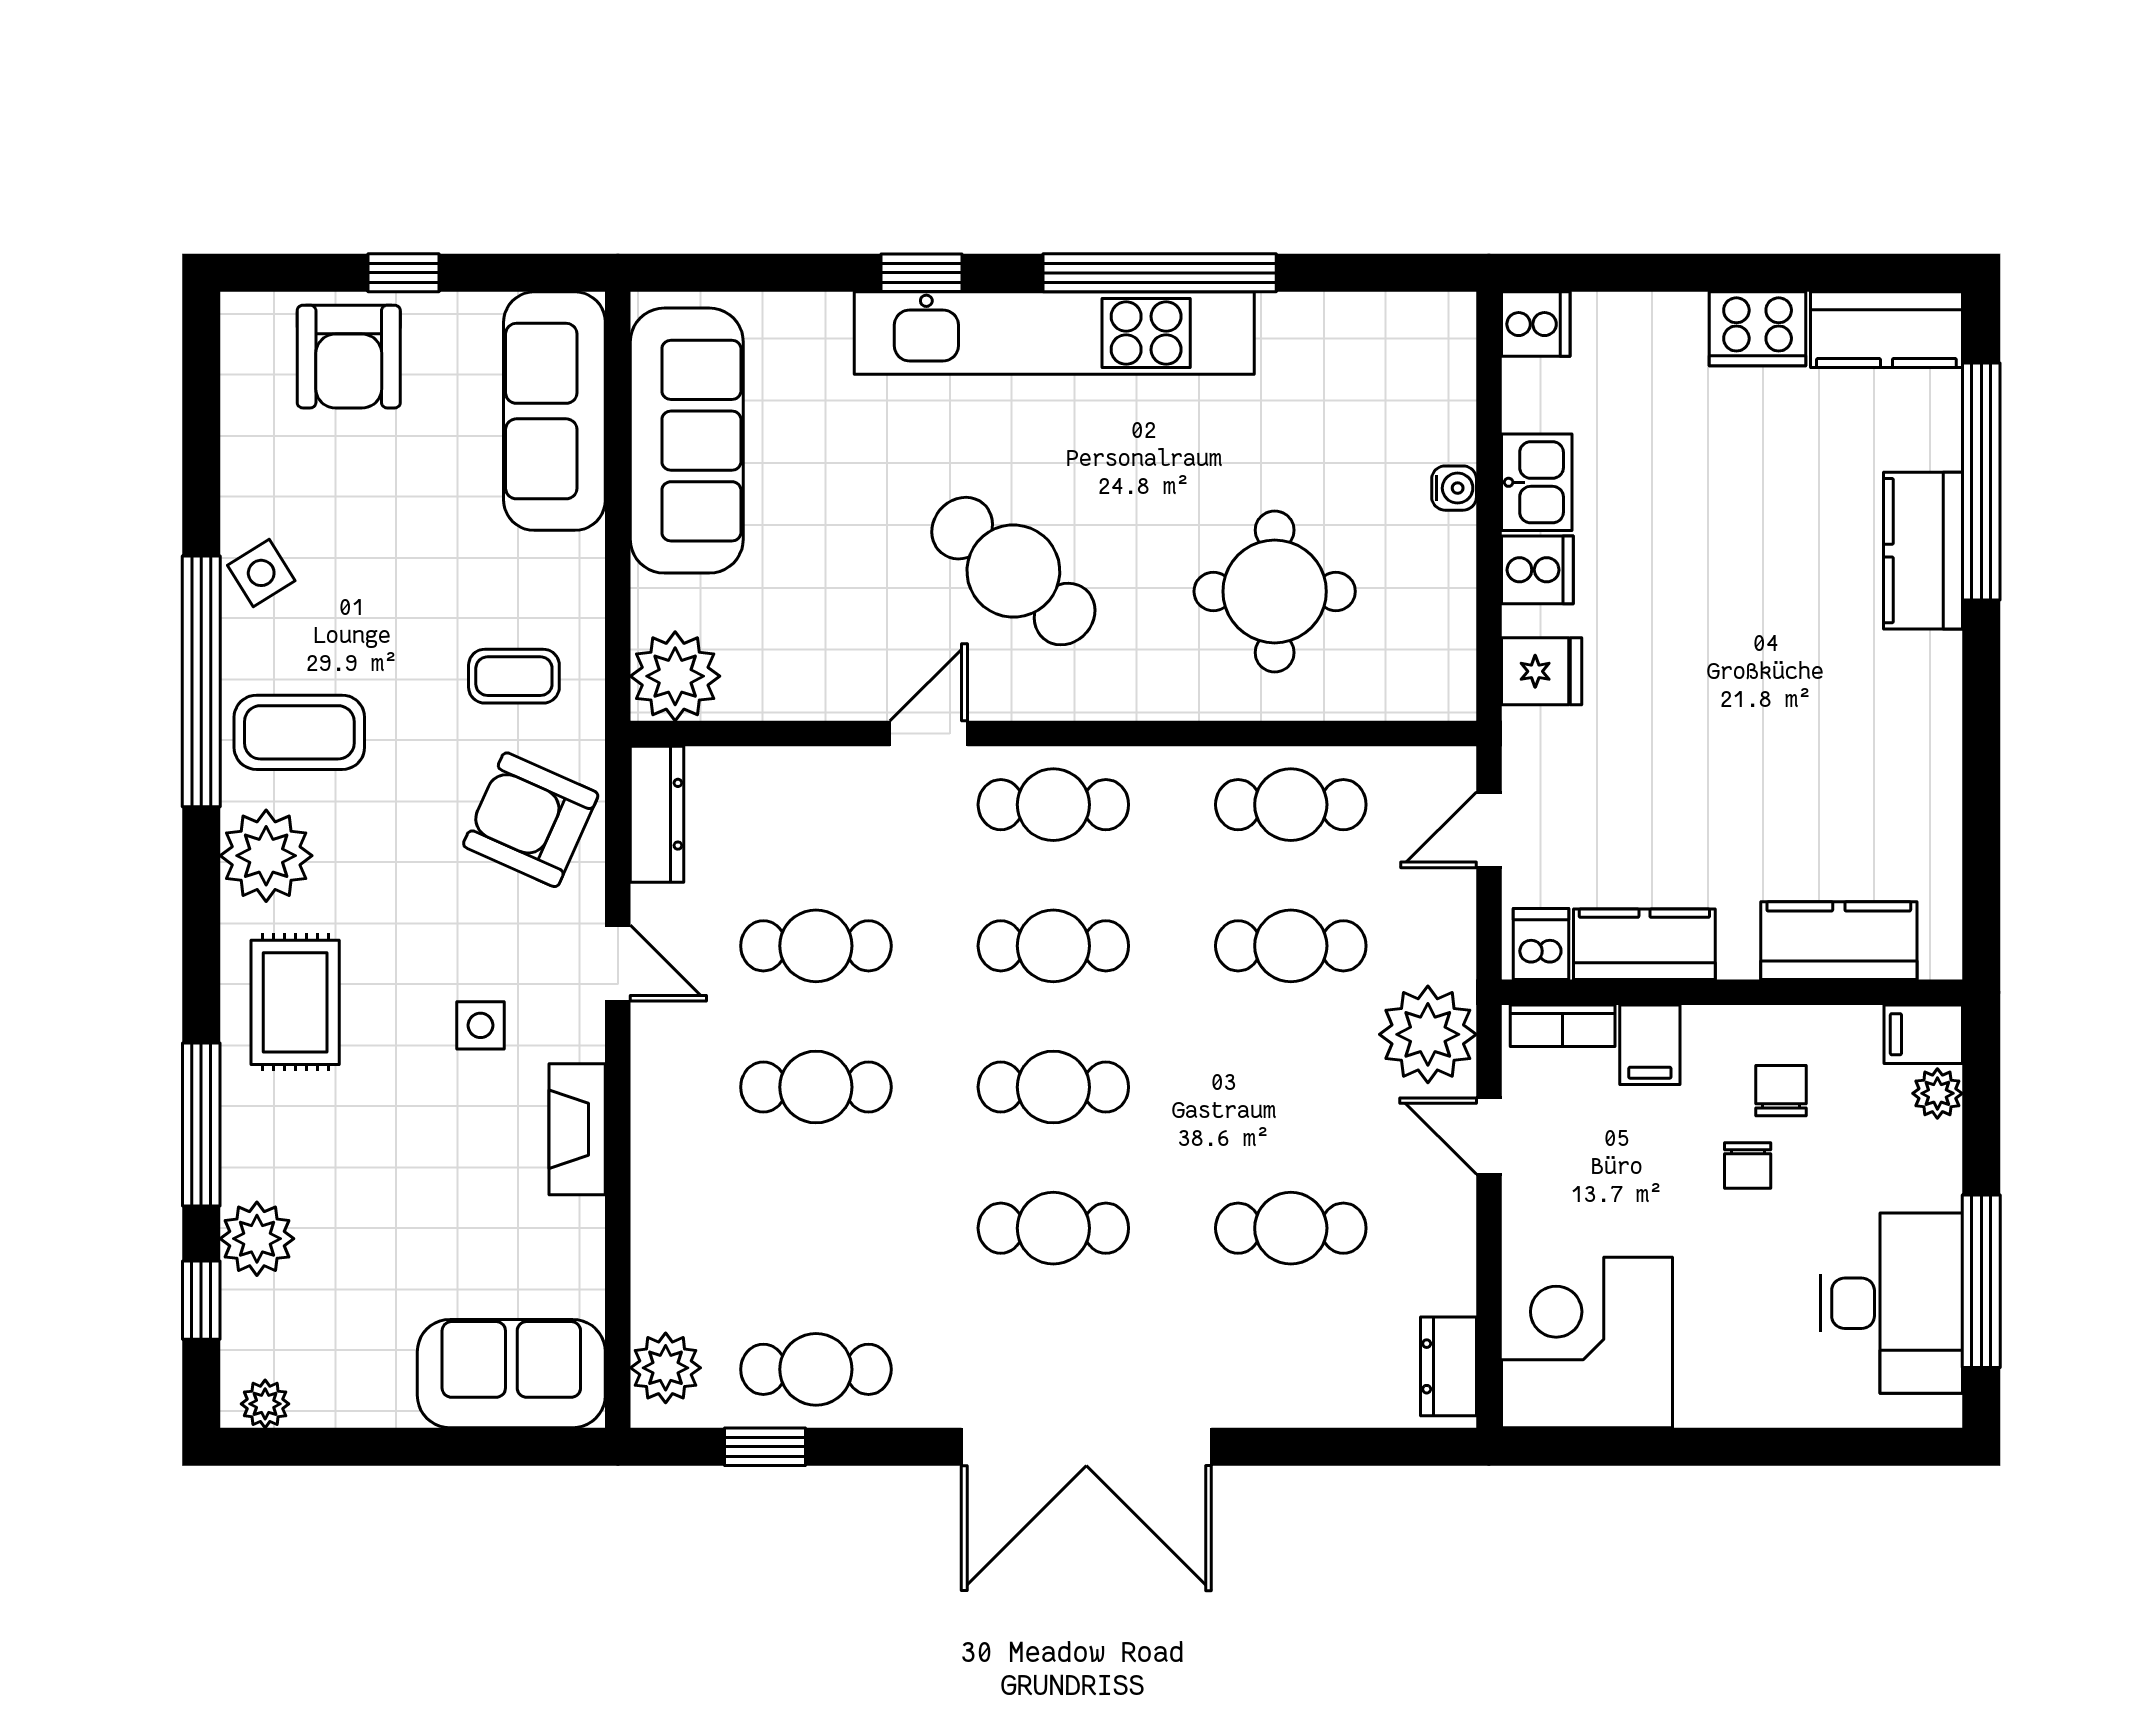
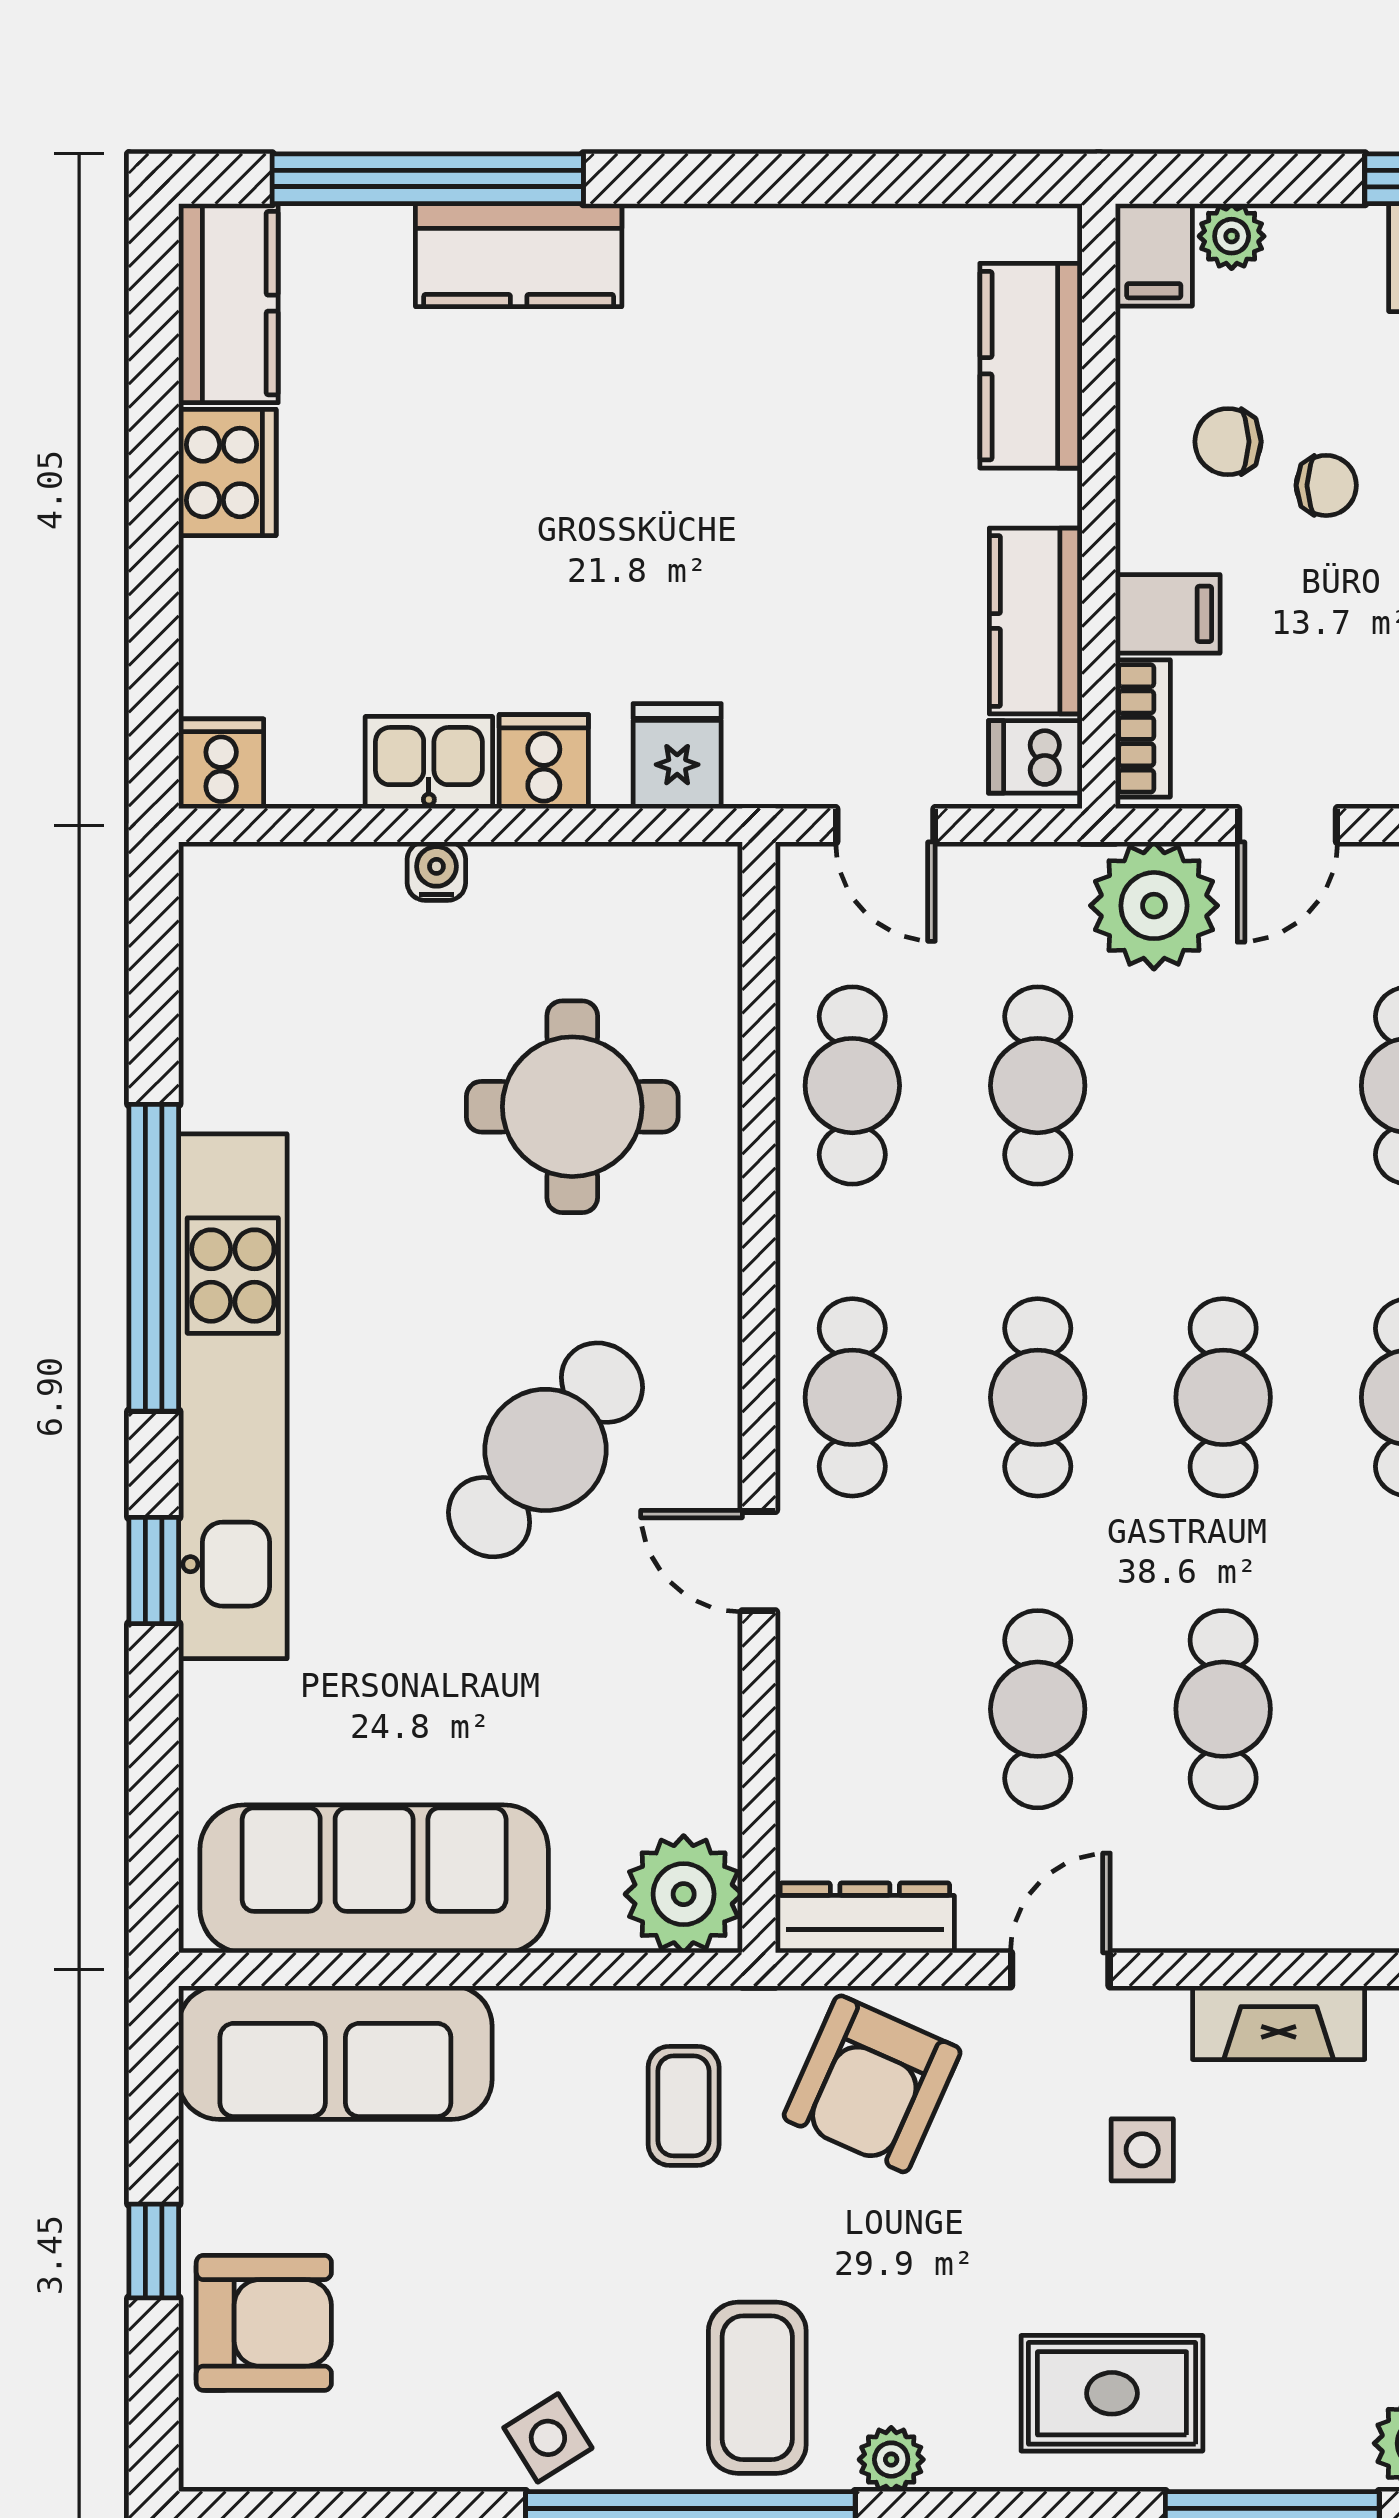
plant: (266, 856) -> (891, 2460), width x0.53, depth x0.53

